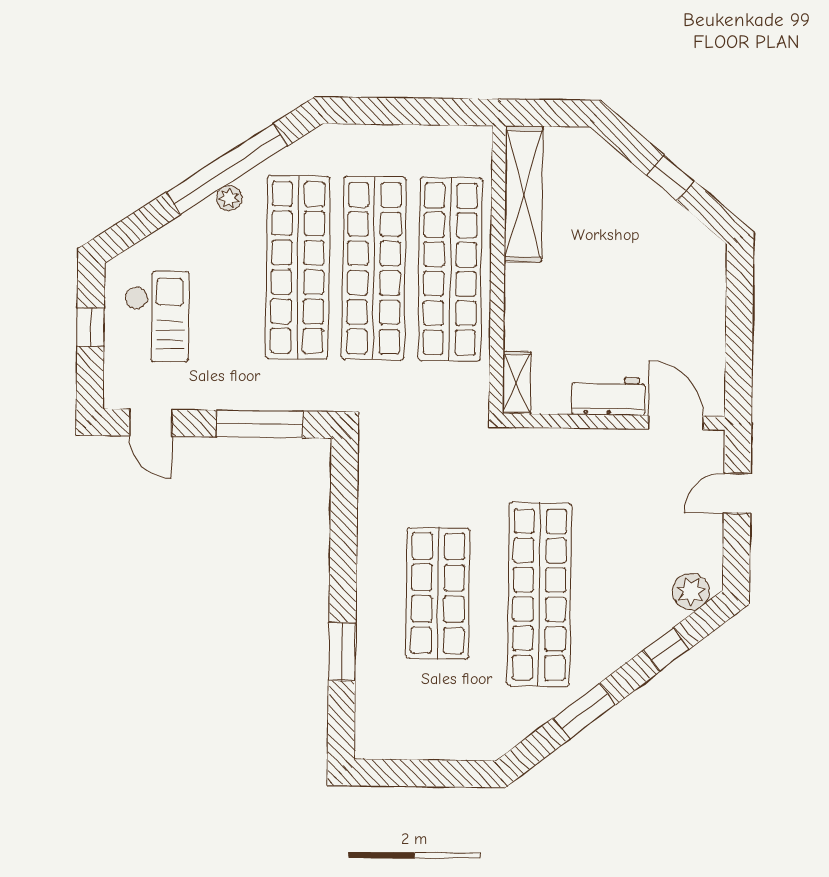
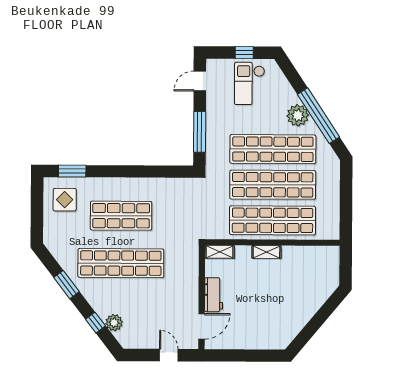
window: (670, 178) -> (316, 323), removed
shelving: (524, 194) -> (266, 252), moved, width x0.45, depth x0.75
plant: (229, 198) -> (298, 115), width x1.88, depth x1.88
checkout: (157, 316) -> (250, 83), turned 90
plant: (691, 592) -> (114, 323), moved
window: (342, 651) -> (72, 171), moved
display table: (403, 714) -> (65, 200), added

